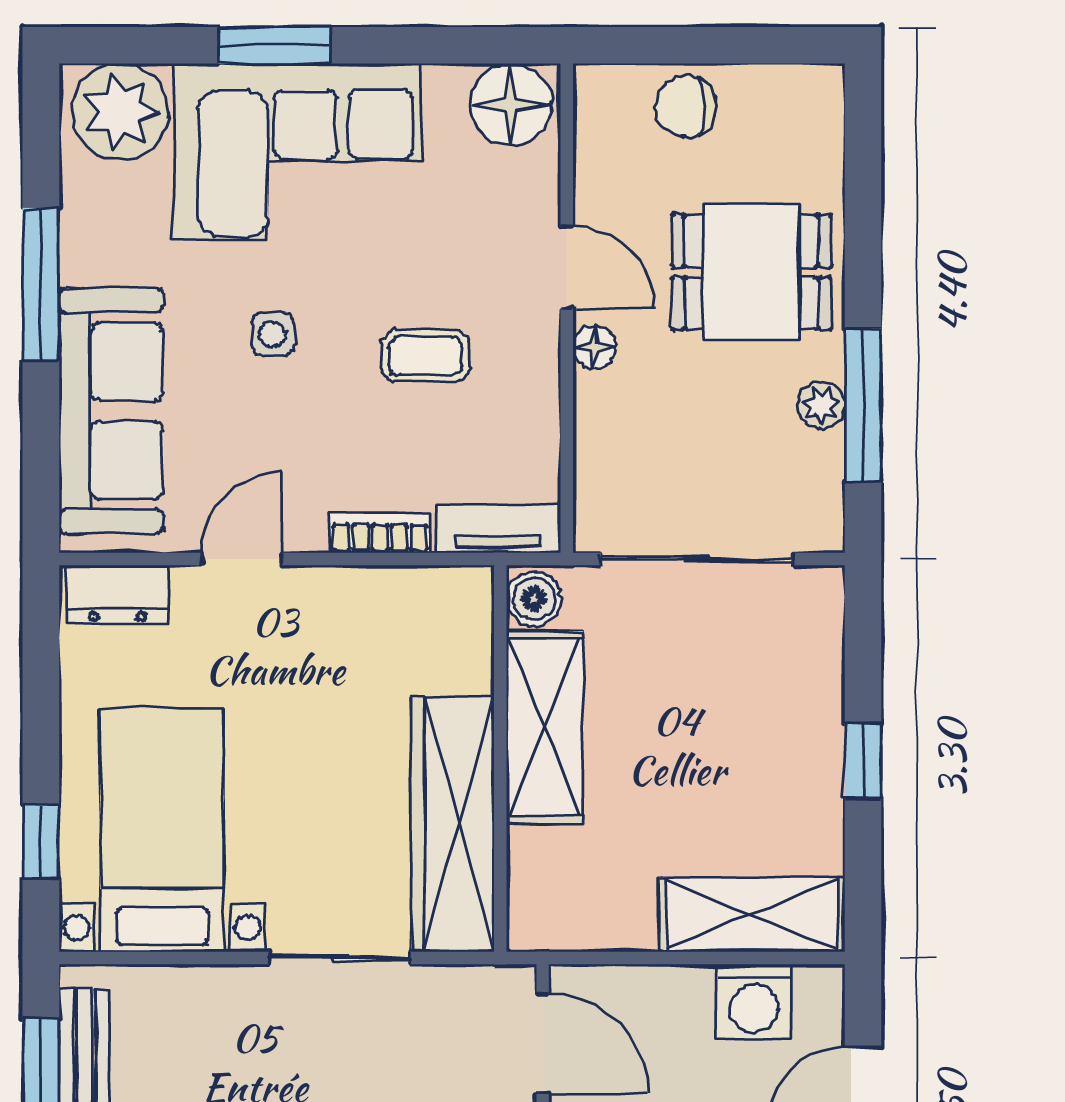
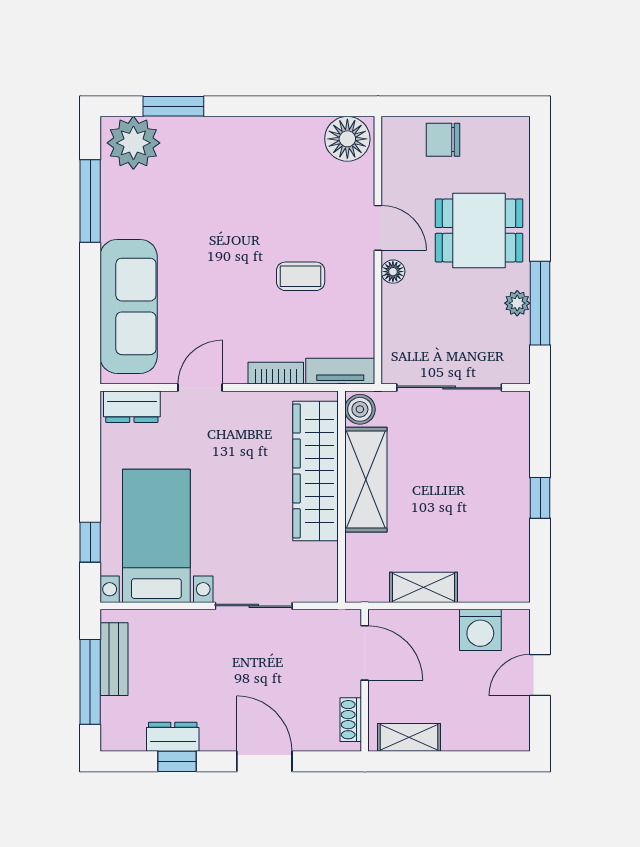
window: (274, 45) -> (173, 106), moved
corner sofa: (297, 152) -> (230, 165), removed
window: (41, 284) -> (90, 201), moved
side table: (273, 334) -> (217, 265), removed
wardrobe: (453, 824) -> (316, 471), moved
shelving: (752, 915) -> (423, 587), moved, width x0.67, depth x0.75

